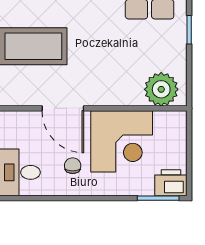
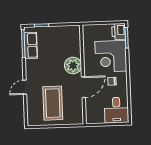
plant: (161, 89) -> (73, 66), moved
corner desk: (122, 141) -> (111, 56), moved, turned 180

